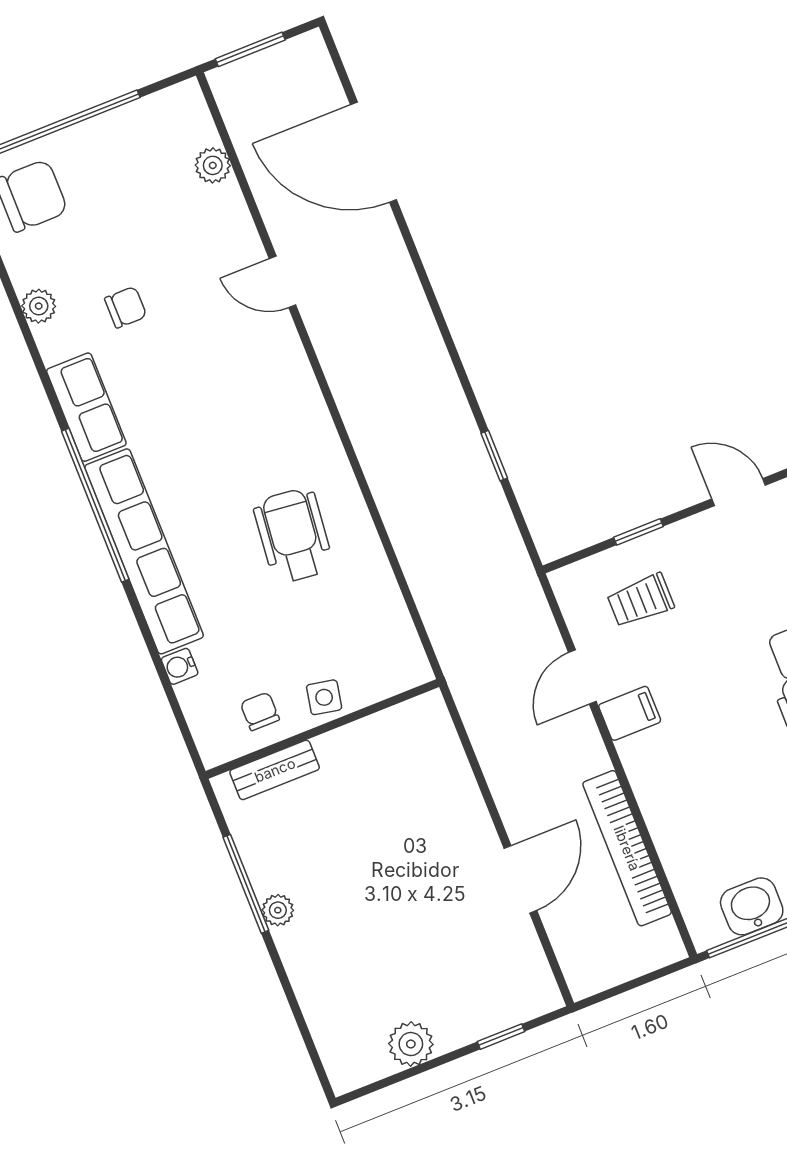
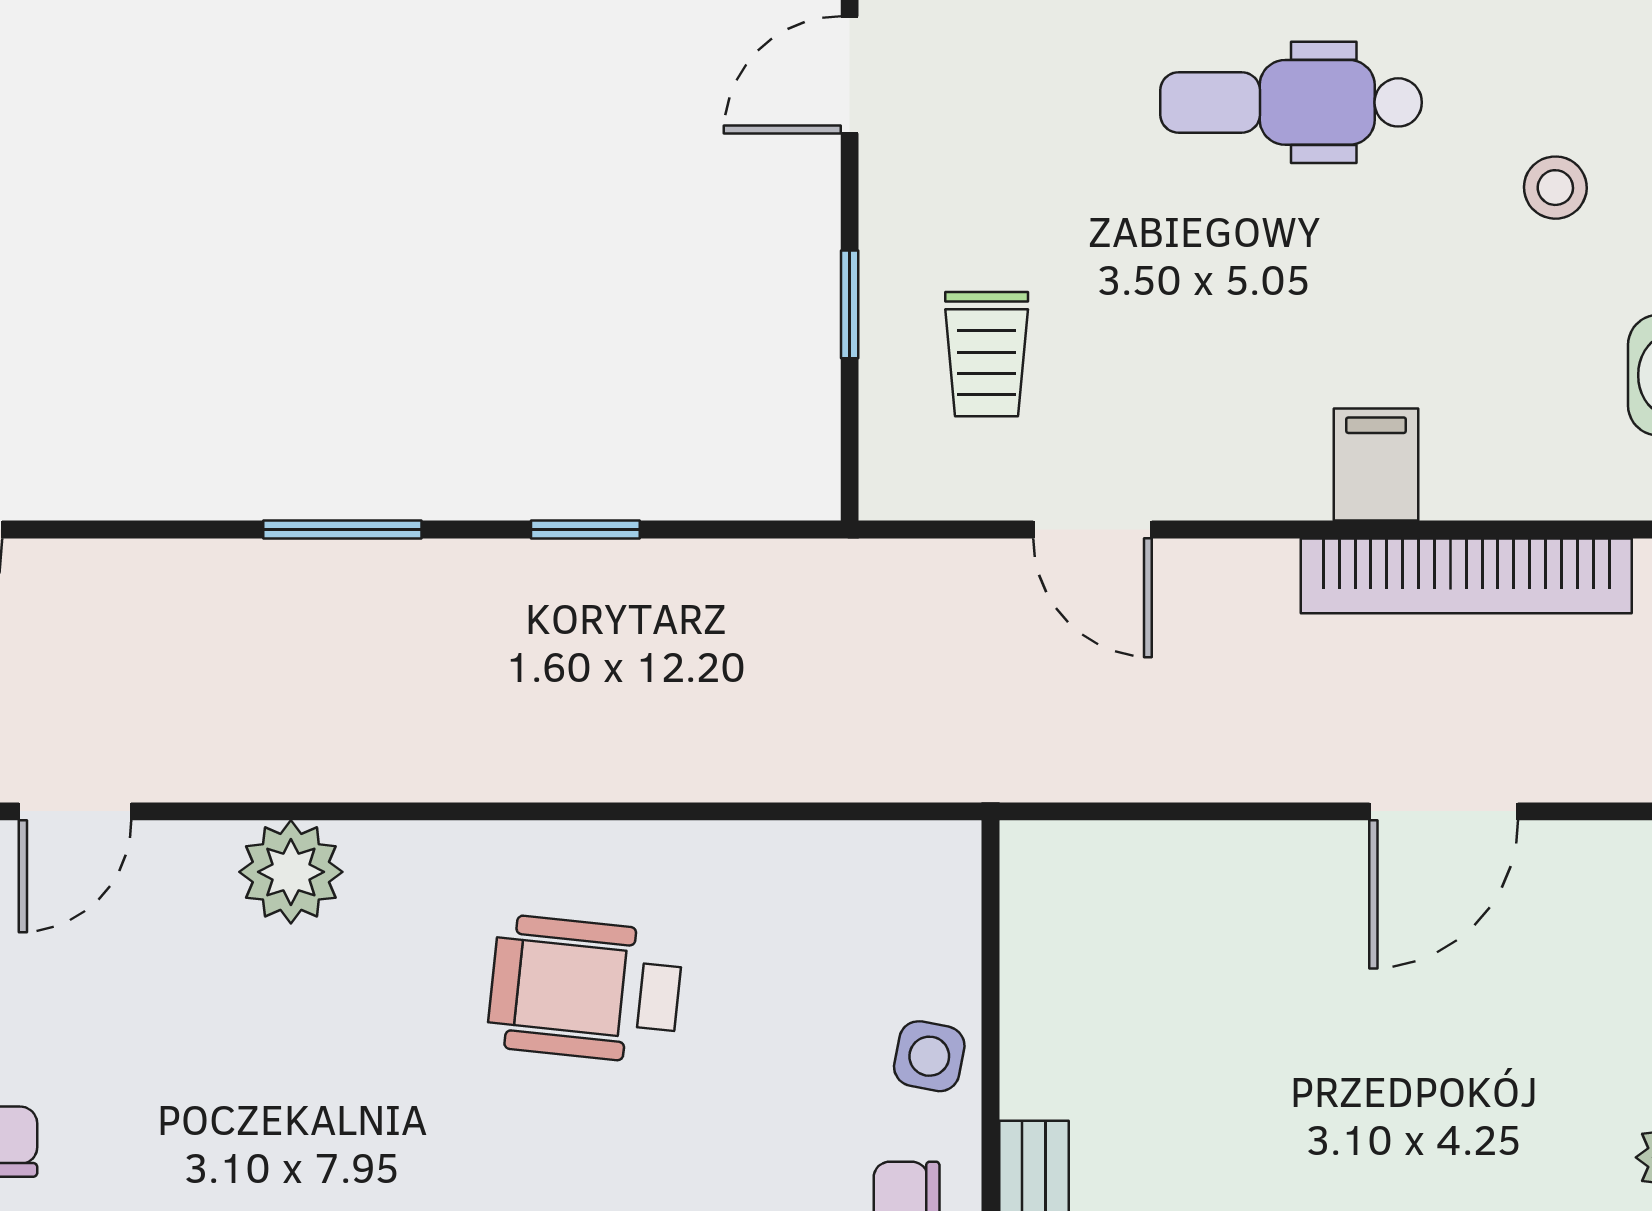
window: (452, 350) -> (342, 530), added
plant: (294, 387) -> (291, 872), added
filing cabinet: (630, 713) -> (1376, 465), moved
door: (520, 879) -> (1444, 811), swing flipped

